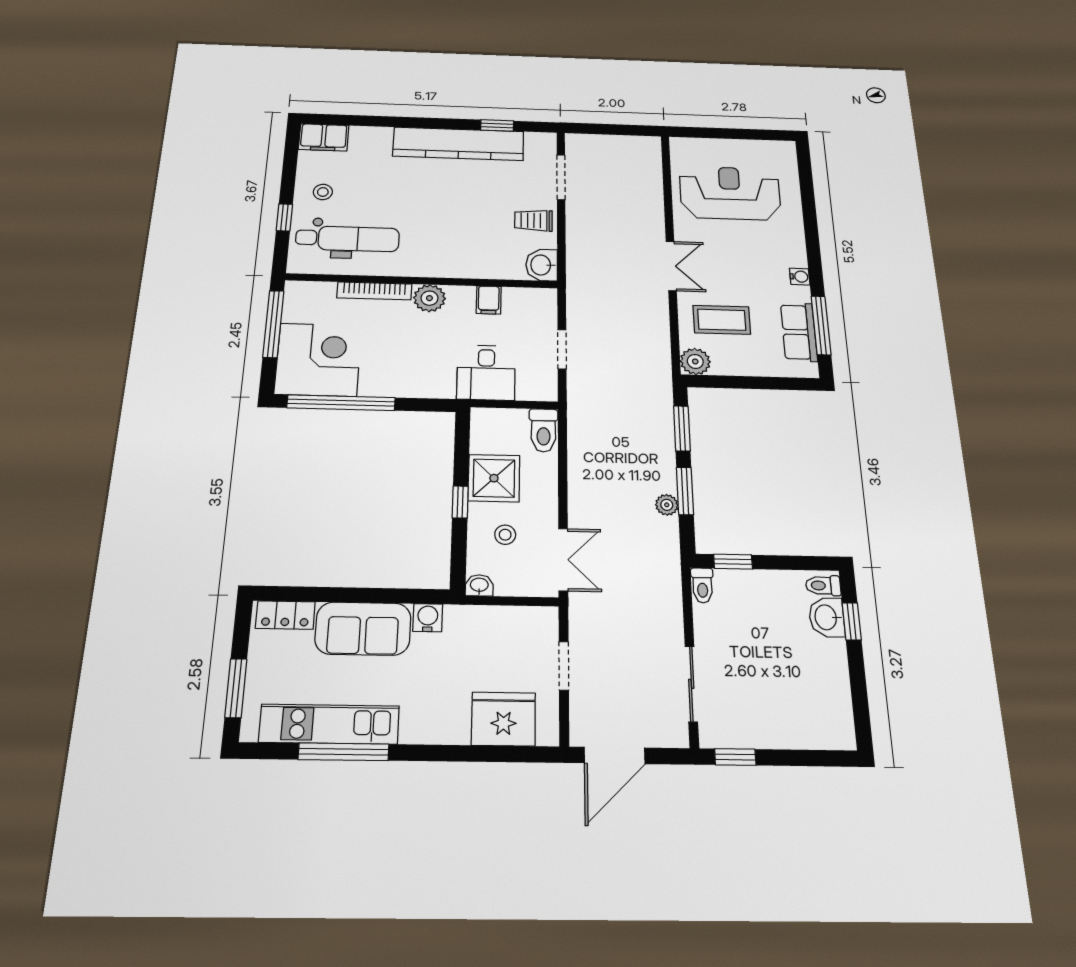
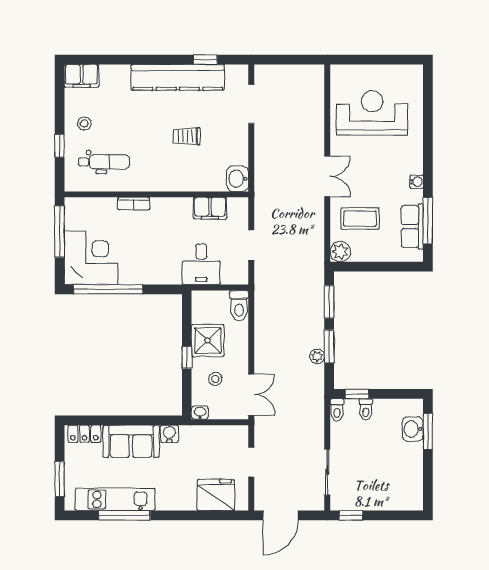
trolley: (533, 220) -> (187, 136), moved
dental chair: (347, 239) -> (104, 162), width x0.73, depth x0.72
bookcase: (374, 291) -> (134, 204), width x0.64
plant: (429, 298) -> (162, 208), removed
filing cabinet: (489, 300) -> (210, 208), width x2.00
toilet: (823, 586) -> (366, 409), moved, turned -90
window: (852, 621) -> (428, 431), width x1.50

